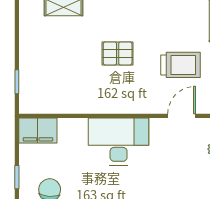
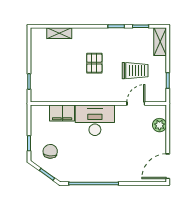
pallet: (118, 53) -> (94, 63), turned 90
filing cabinet: (38, 131) -> (62, 113), moved

